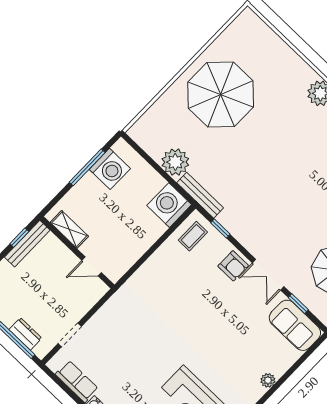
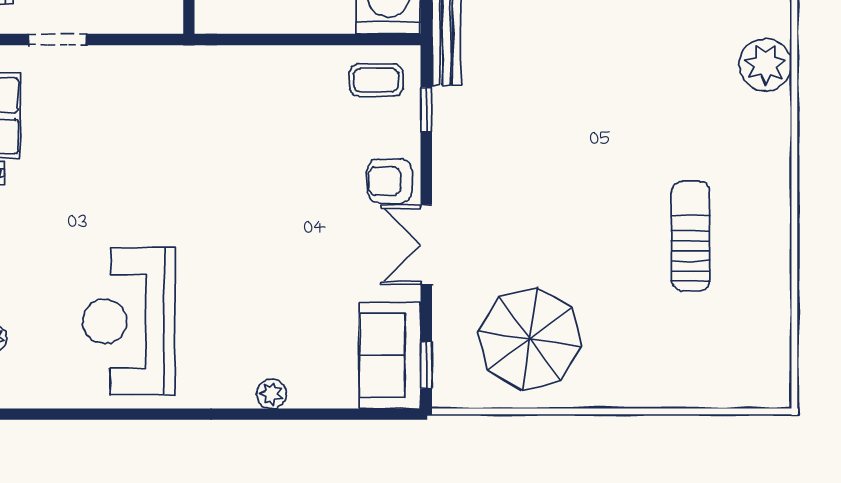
armchair: (233, 266) -> (390, 181), turned 90
window: (298, 304) -> (426, 365), moved

